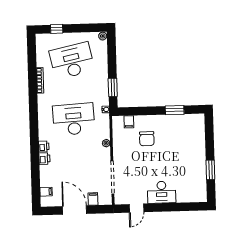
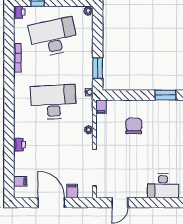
filing cabinet: (129, 122) -> (101, 107), moved
chair: (147, 139) -> (134, 126), turned 180
printer: (44, 146) -> (19, 12), moved
desk: (162, 192) -> (163, 186), moved

